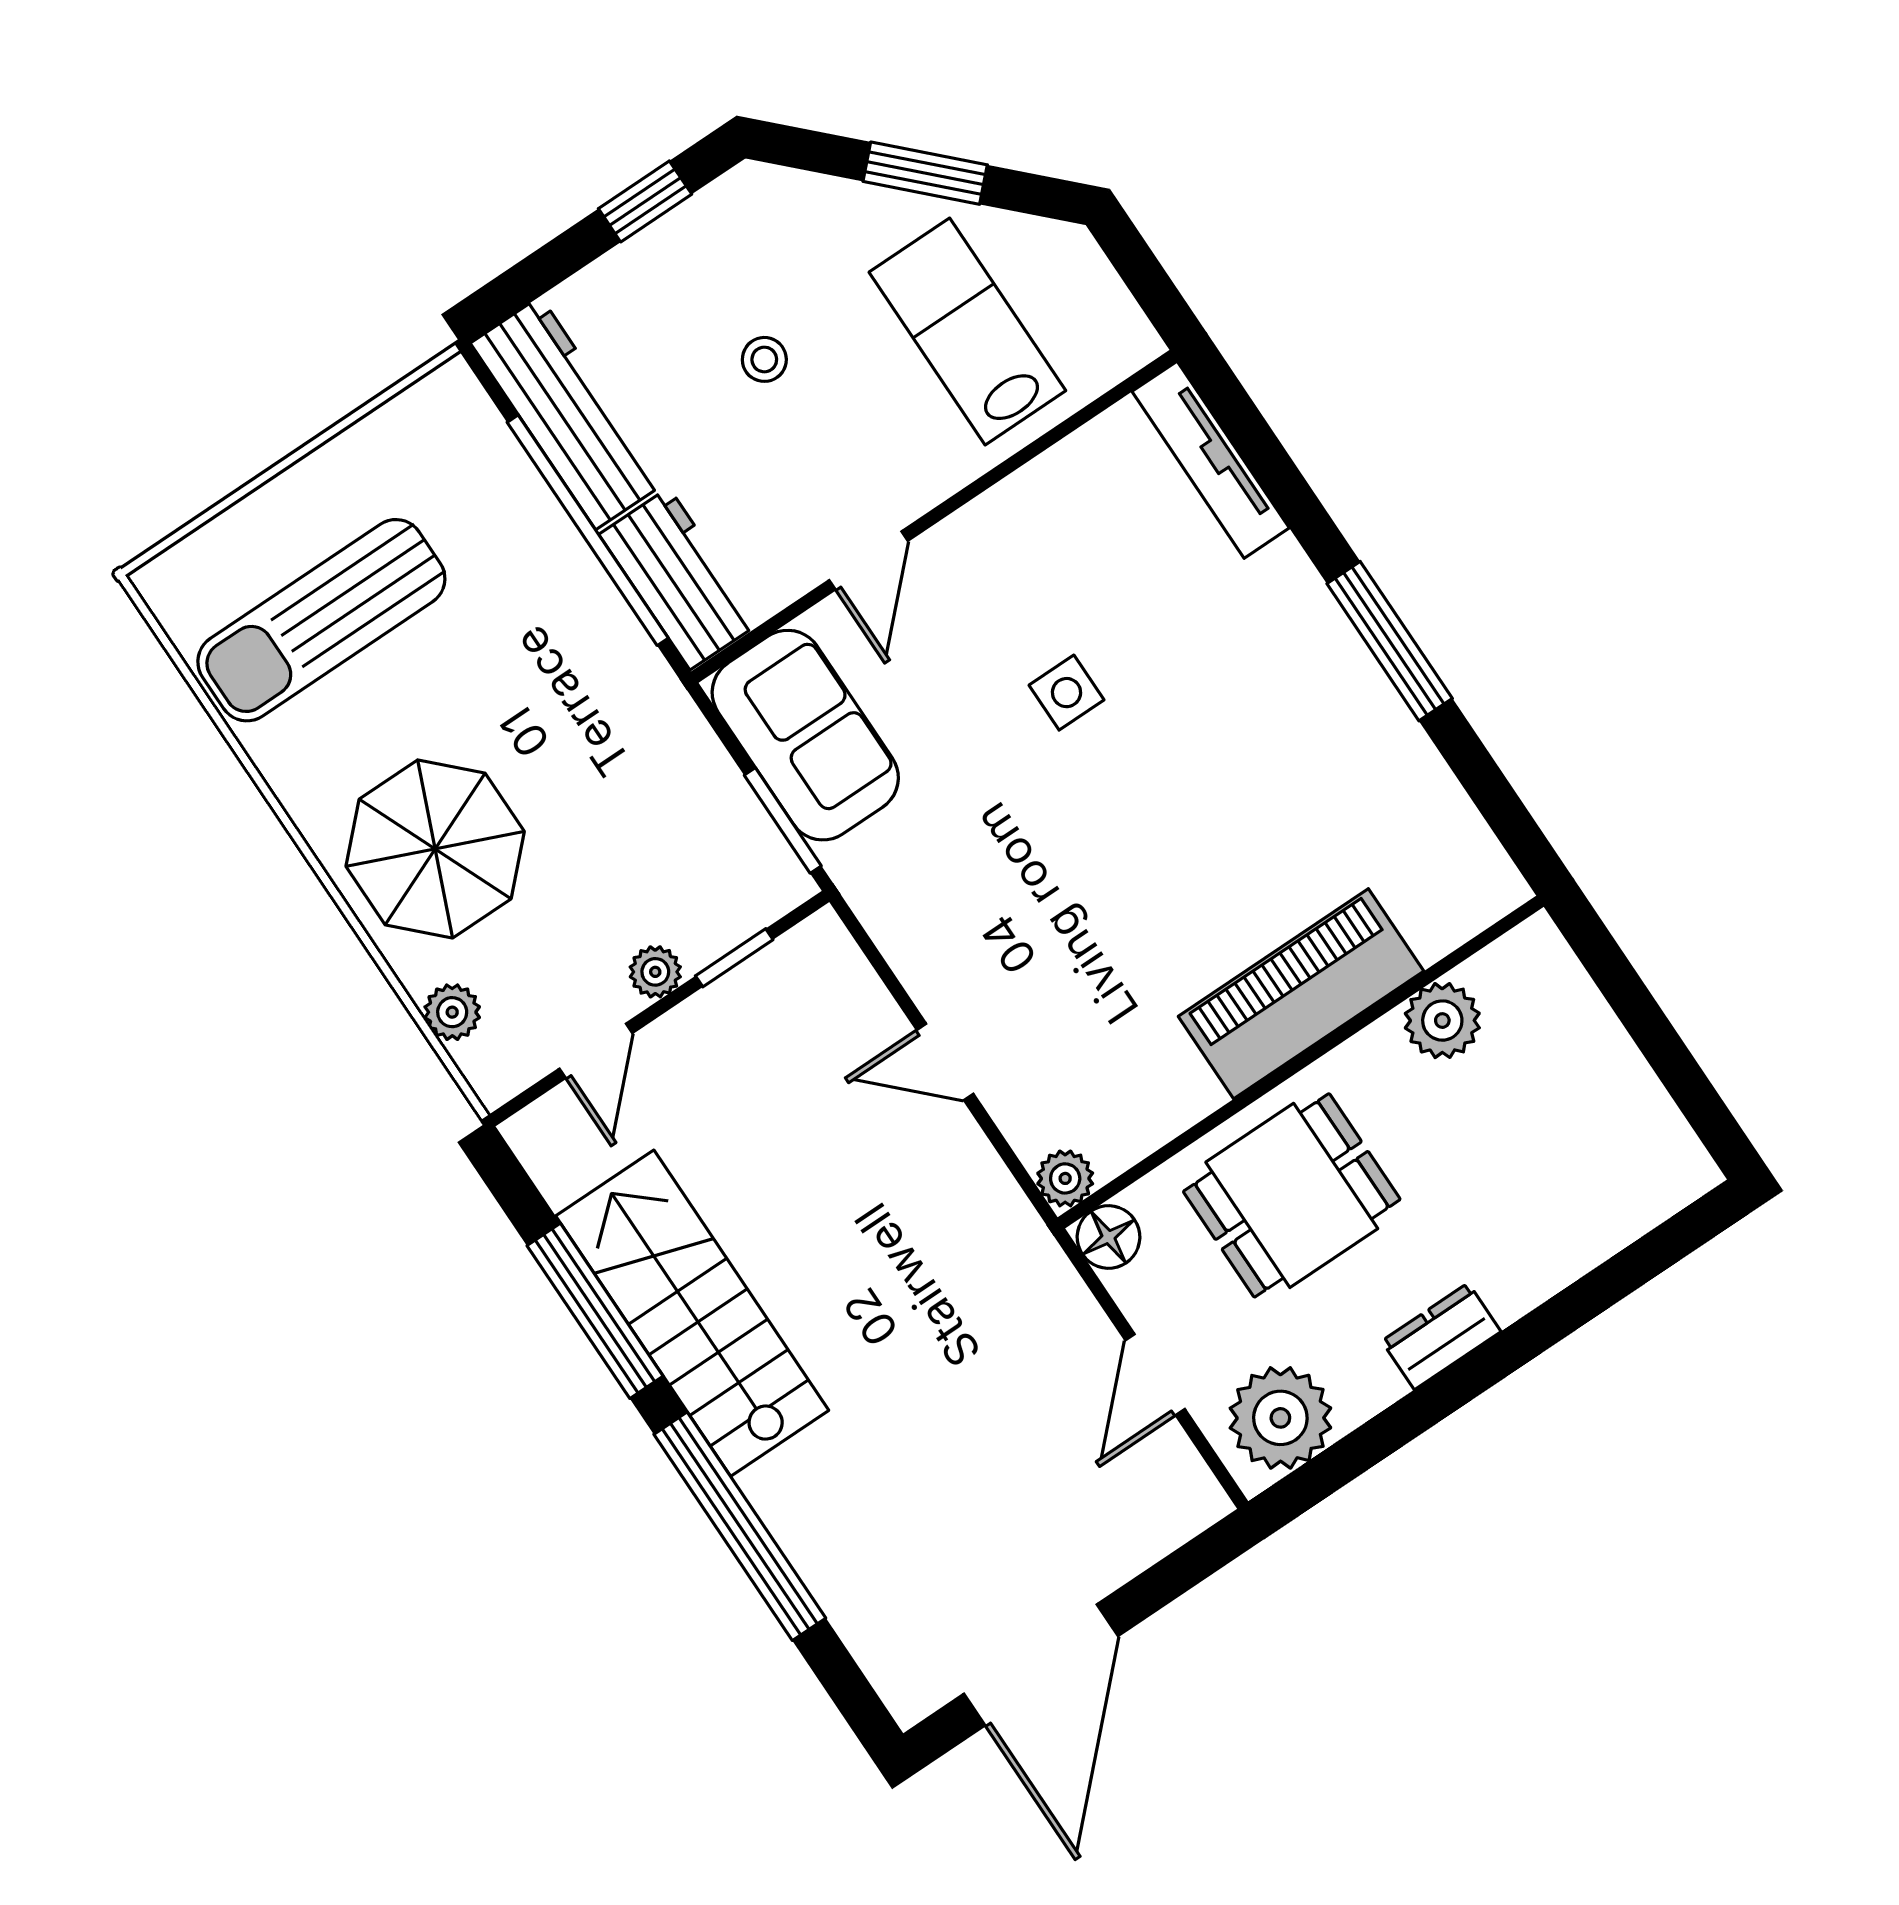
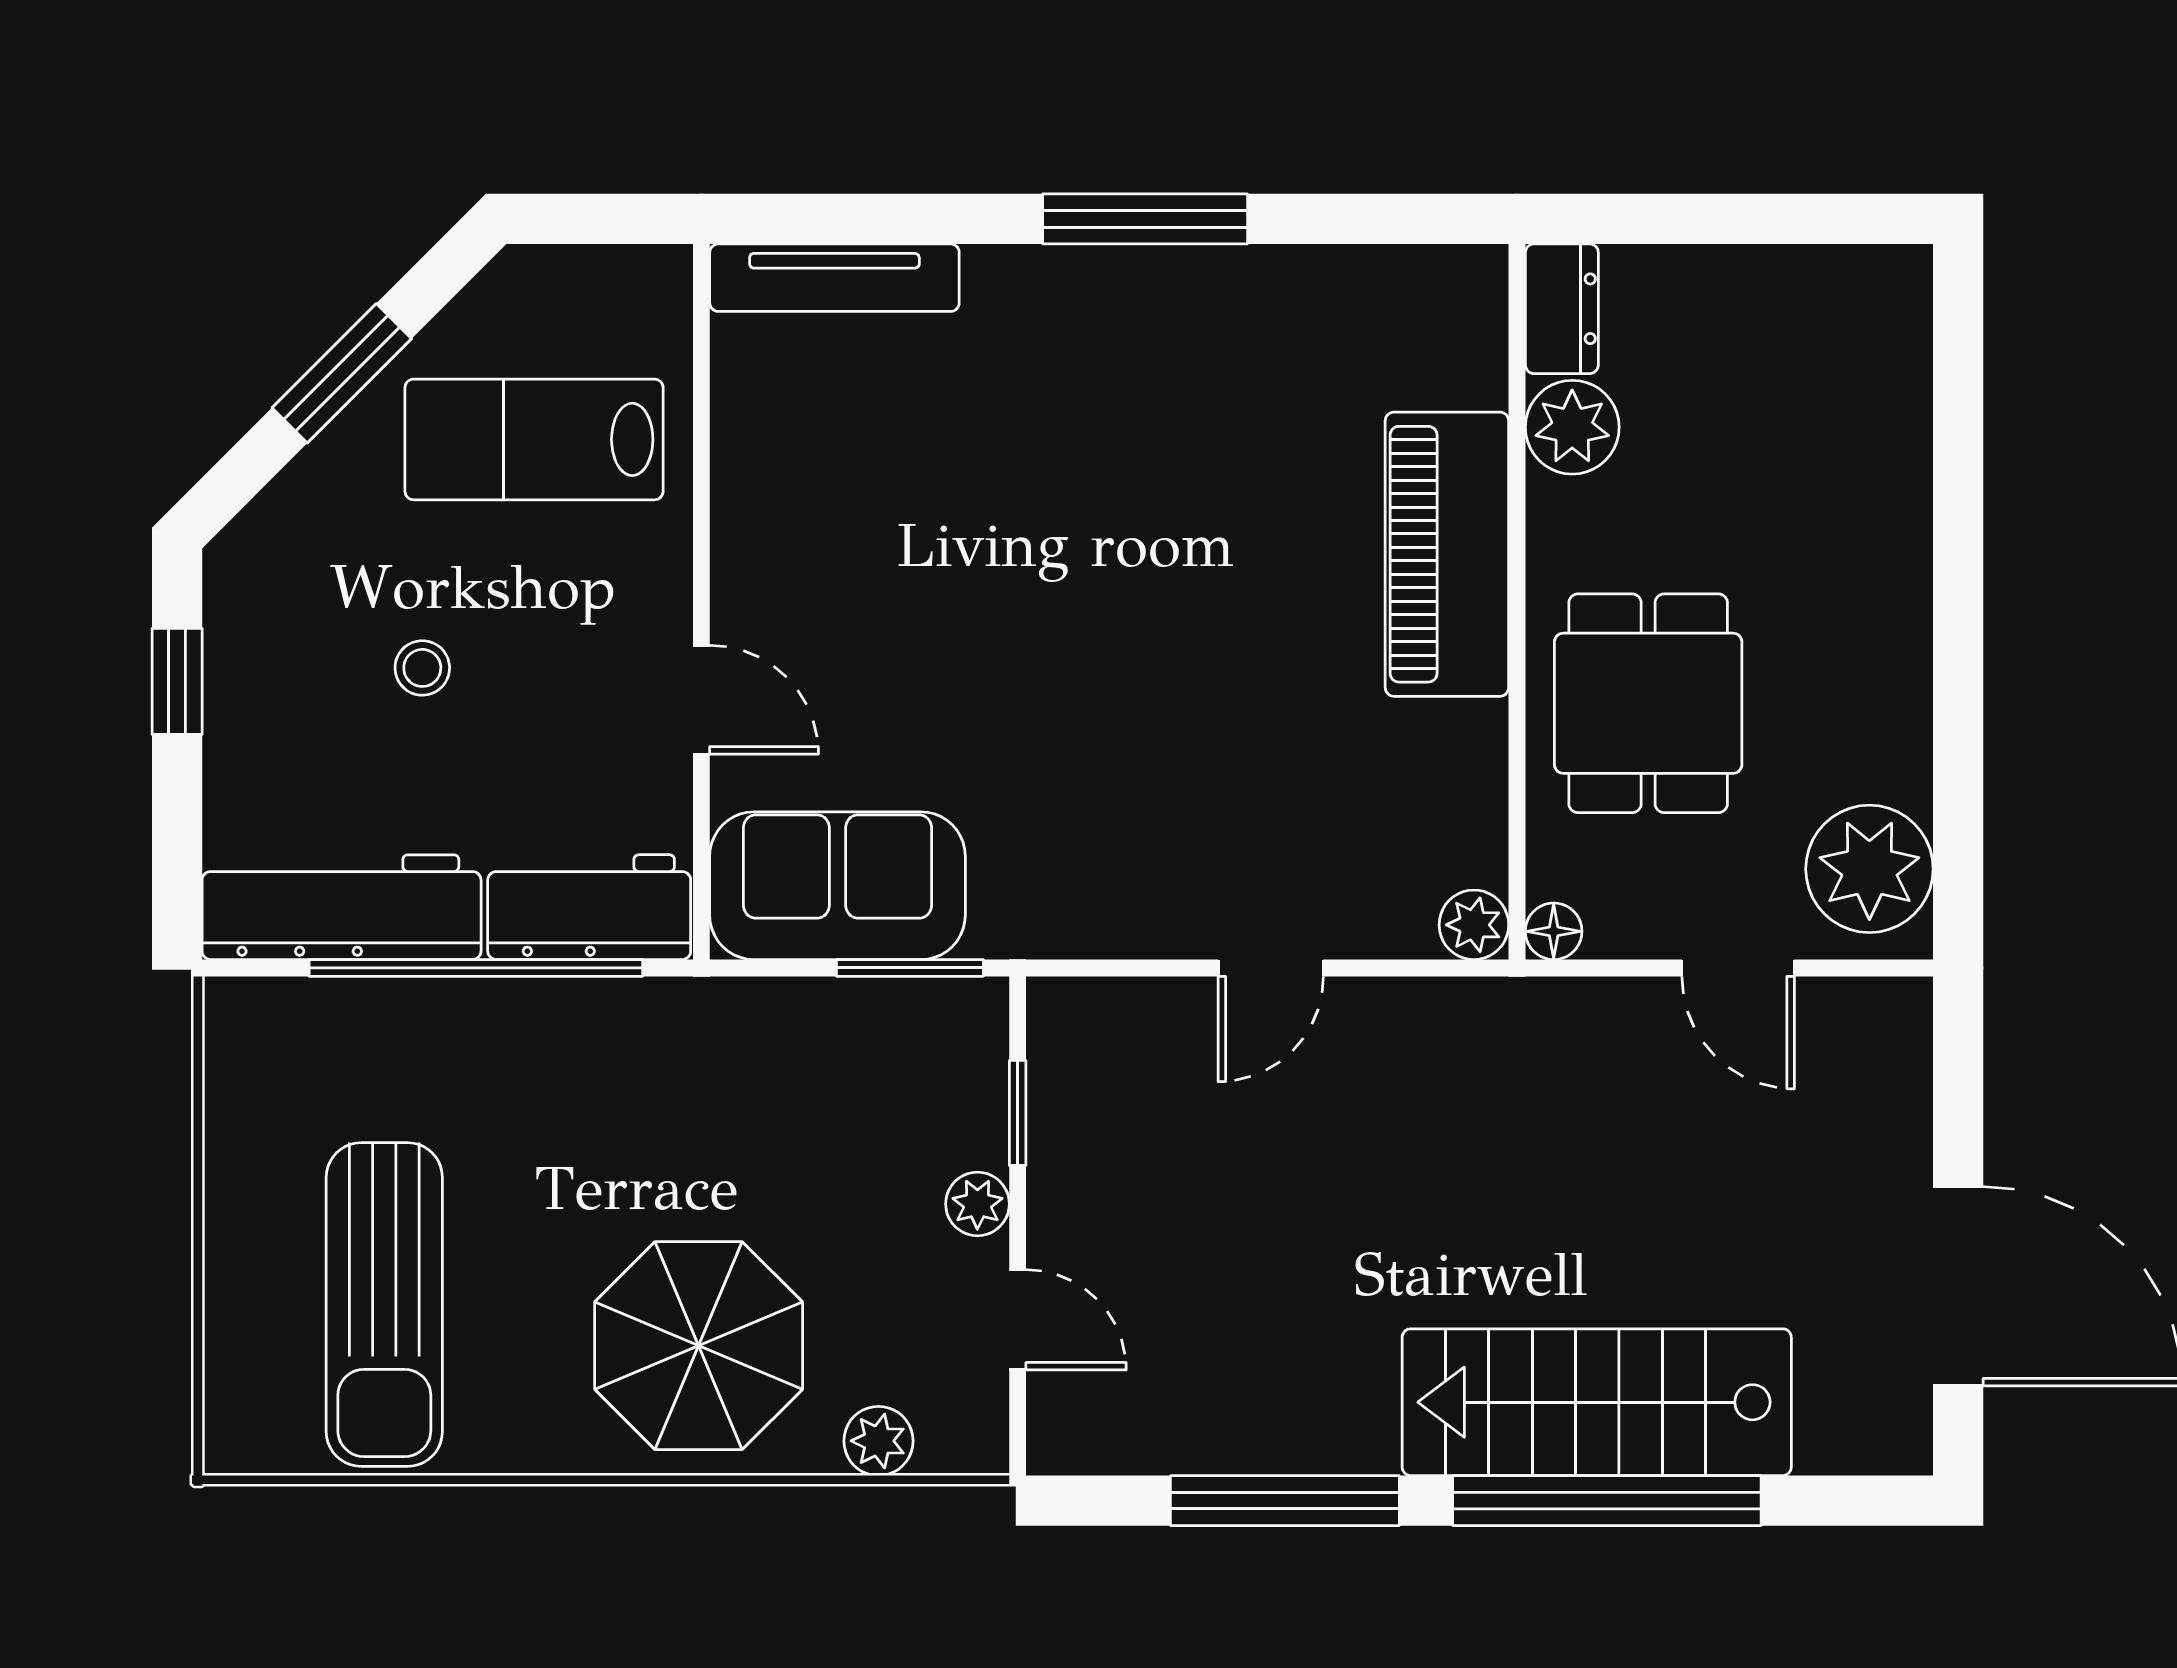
side table: (1066, 693) -> (974, 587), removed
floor lamp: (1108, 1237) -> (1554, 931), width x0.73, depth x0.73
stairs: (692, 1313) -> (1597, 1402), moved
dresser: (1441, 1336) -> (1562, 309), moved, turned 180

